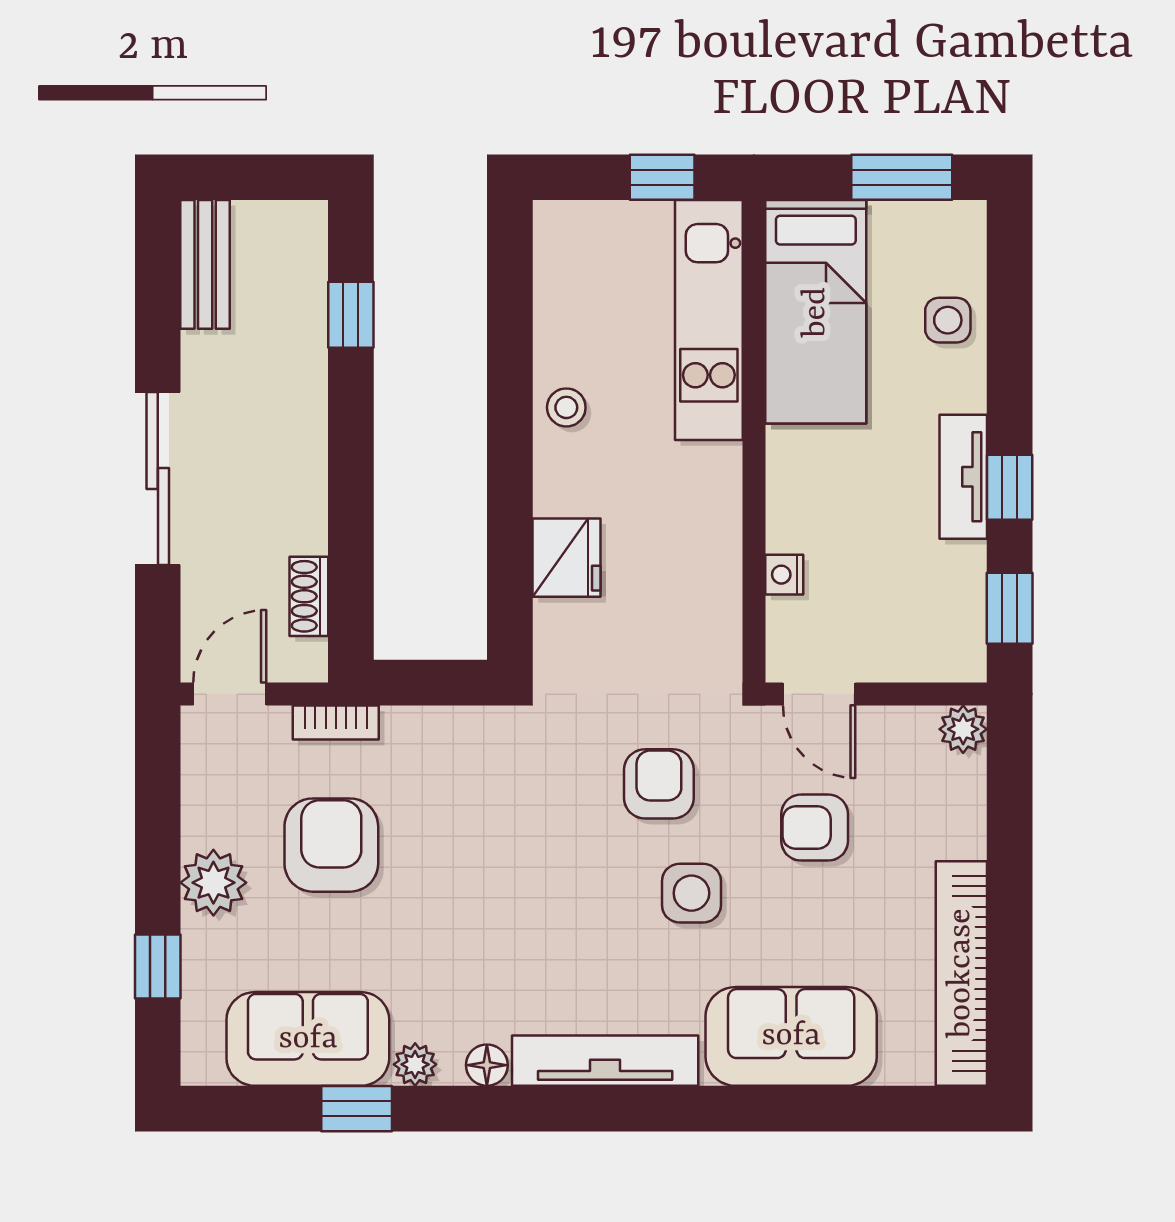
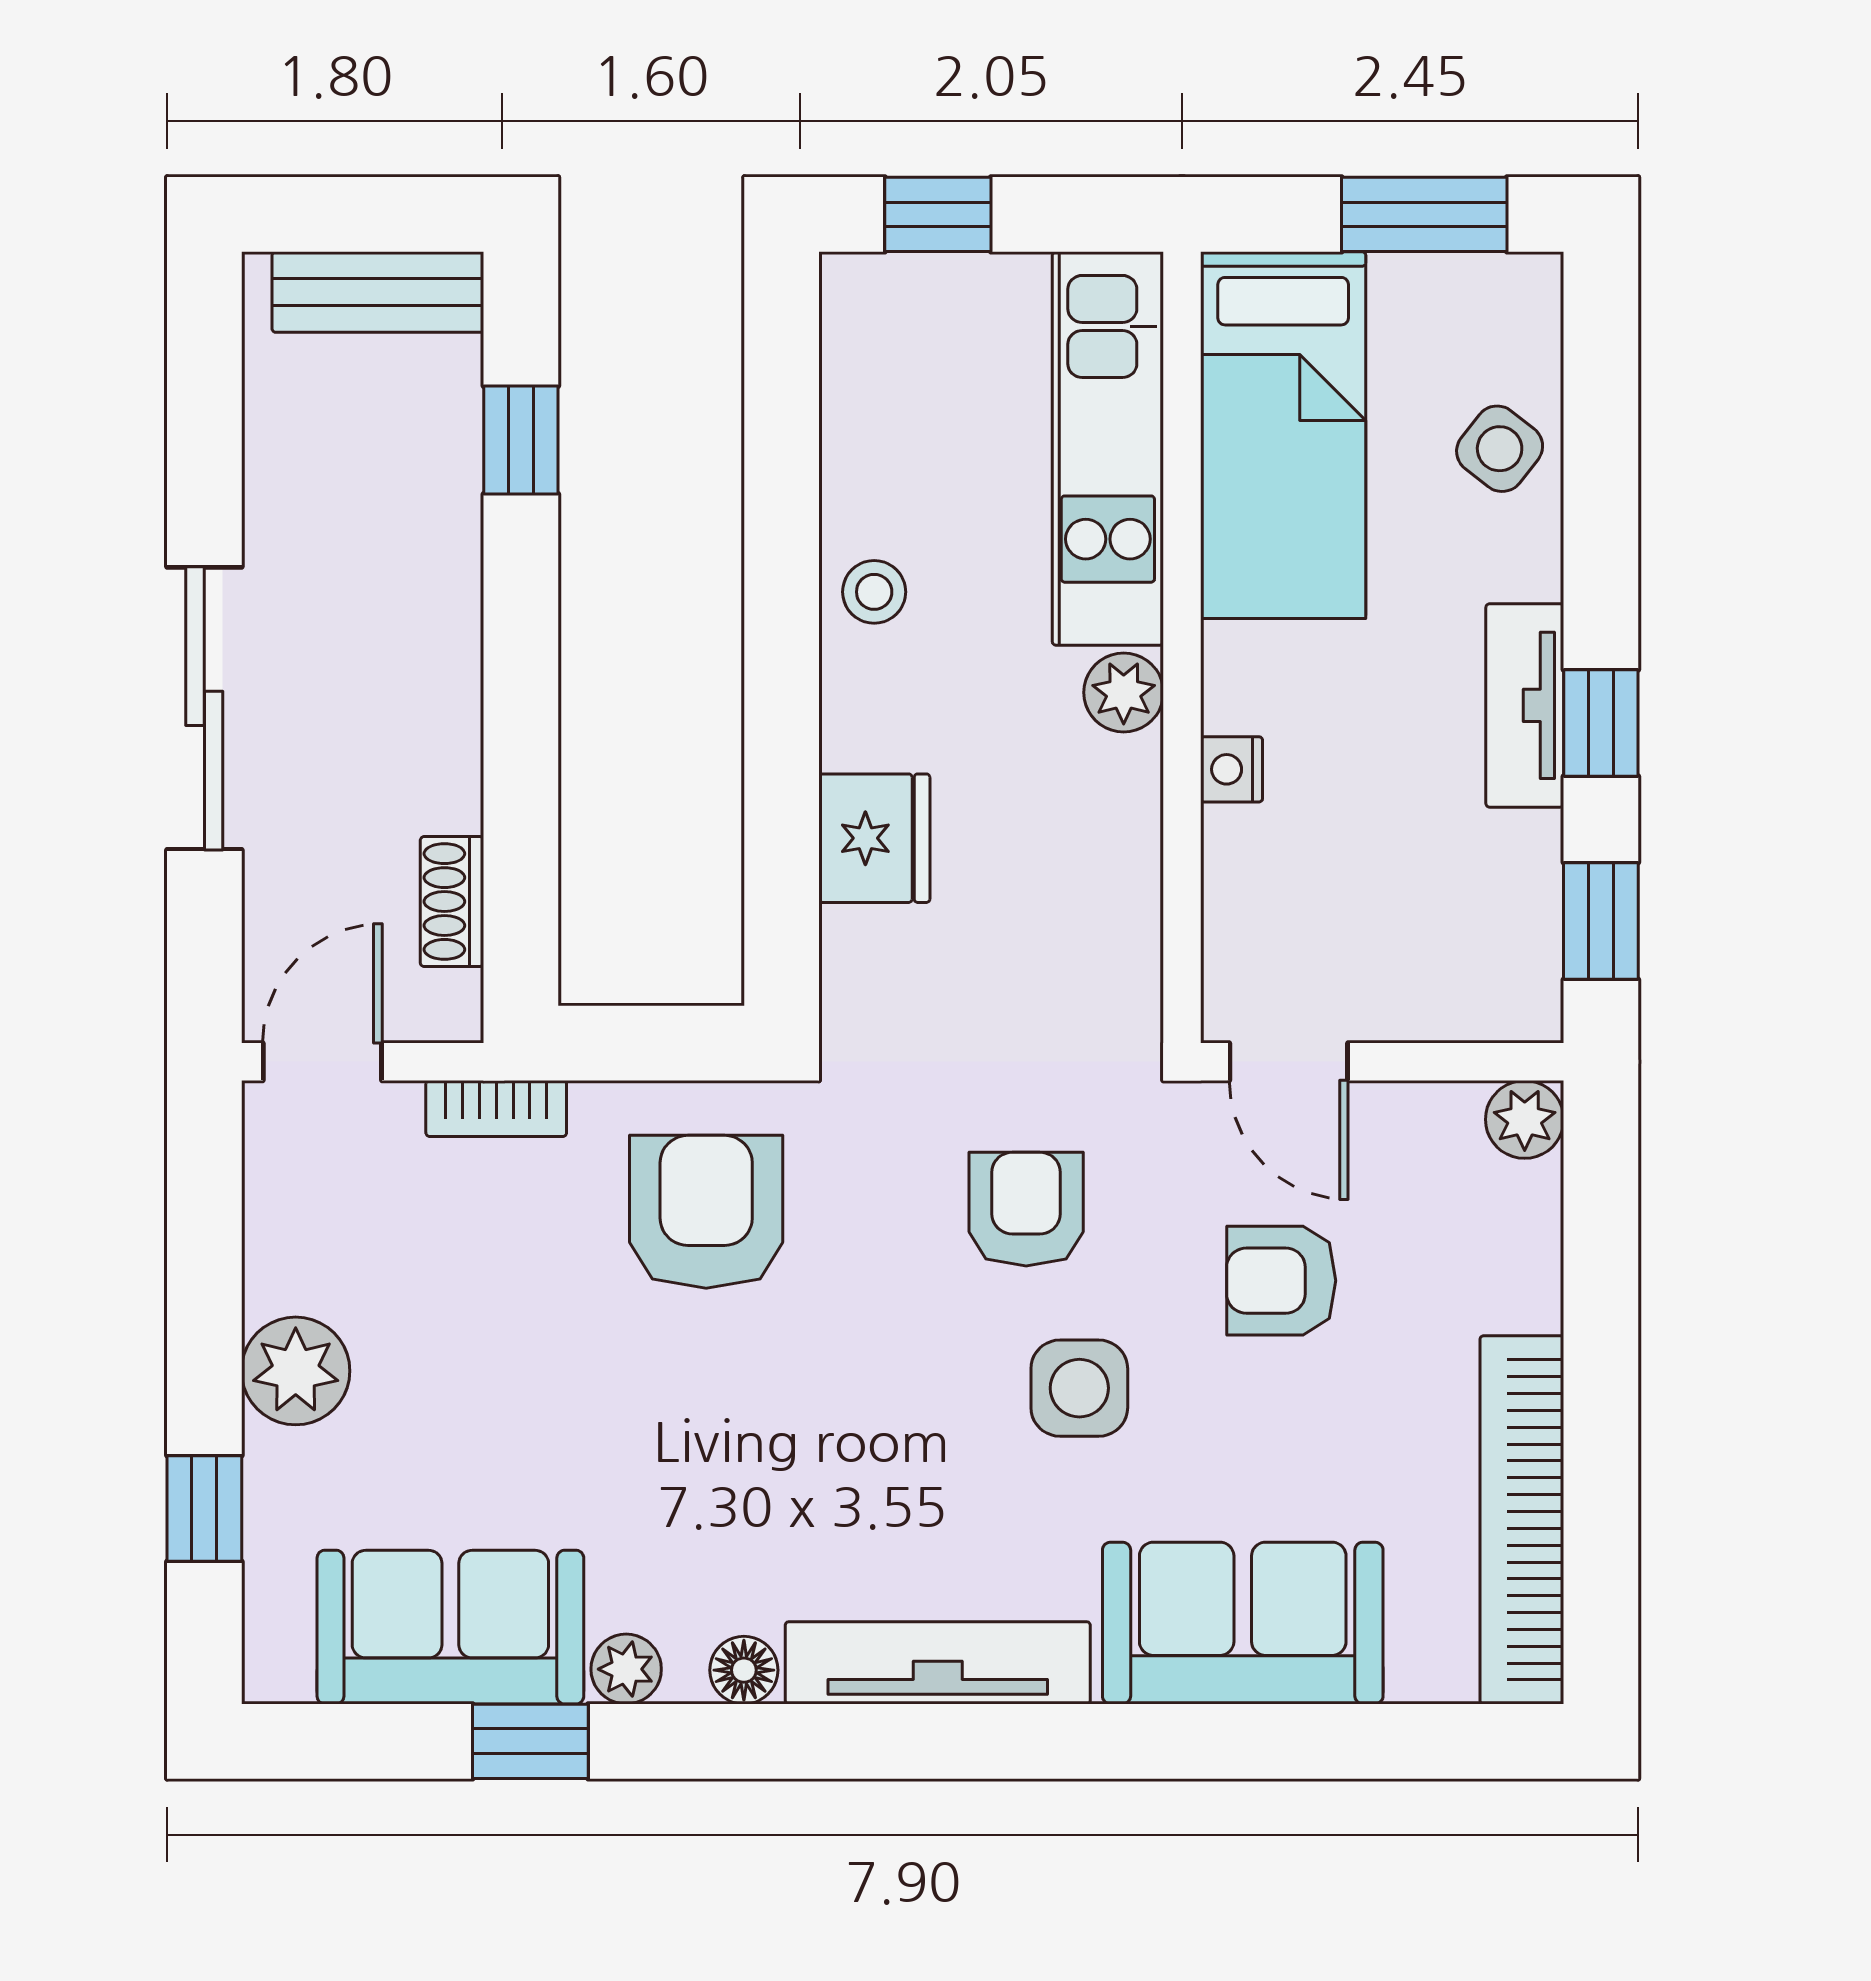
window: (662, 177) -> (938, 214), moved
bench: (205, 264) -> (378, 292), moved, turned 90
side table: (948, 320) -> (1500, 449), turned 38
plant: (719, 469) -> (1124, 692), added
nightstand: (784, 575) -> (1232, 769), moved
armchair: (331, 845) -> (706, 1212), moved

